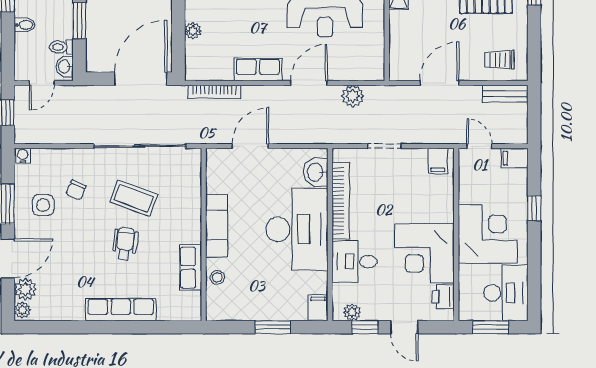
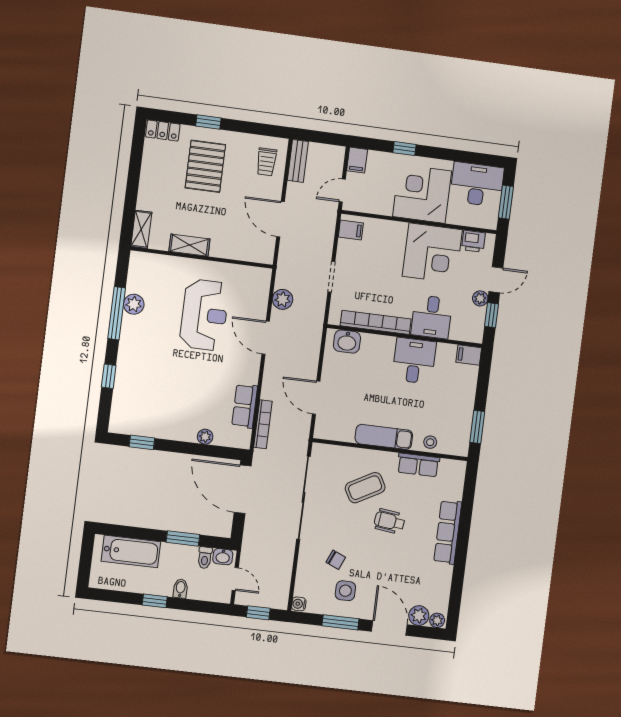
row of seats: (258, 70) -> (245, 406), moved
coffee table: (134, 198) -> (365, 488), moved, turned 41
desk: (297, 229) -> (414, 361), width x0.53, depth x0.77
plant: (352, 312) -> (480, 298), moved
window: (273, 327) -> (477, 427), moved

